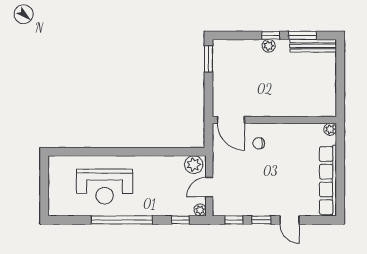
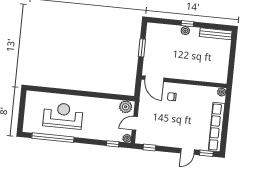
window: (303, 35) -> (209, 26), removed
window: (208, 59) -> (142, 48), moved
reception desk: (105, 187) -> (63, 116), turned 180
window: (122, 220) -> (53, 138), moved
window: (261, 220) -> (206, 153), moved
door: (289, 220) -> (187, 151), hinge flipped

